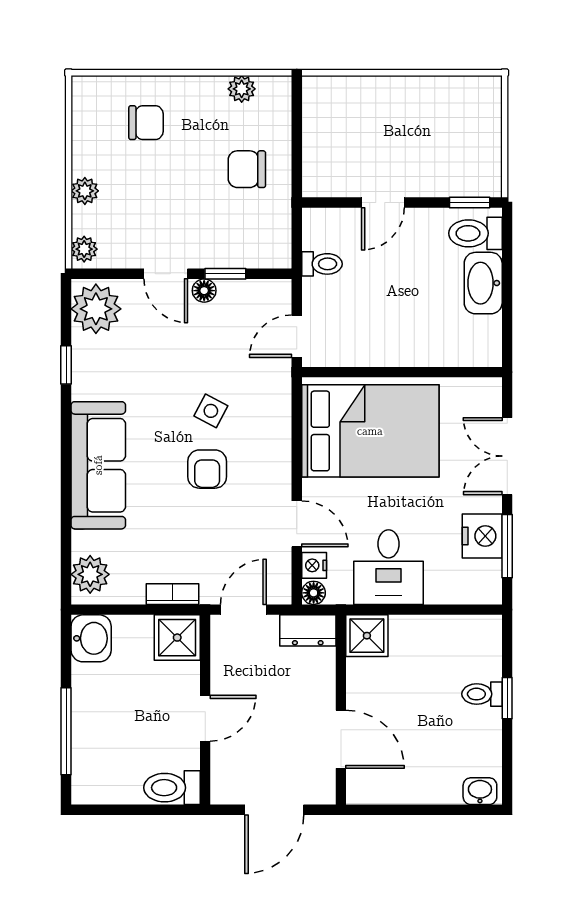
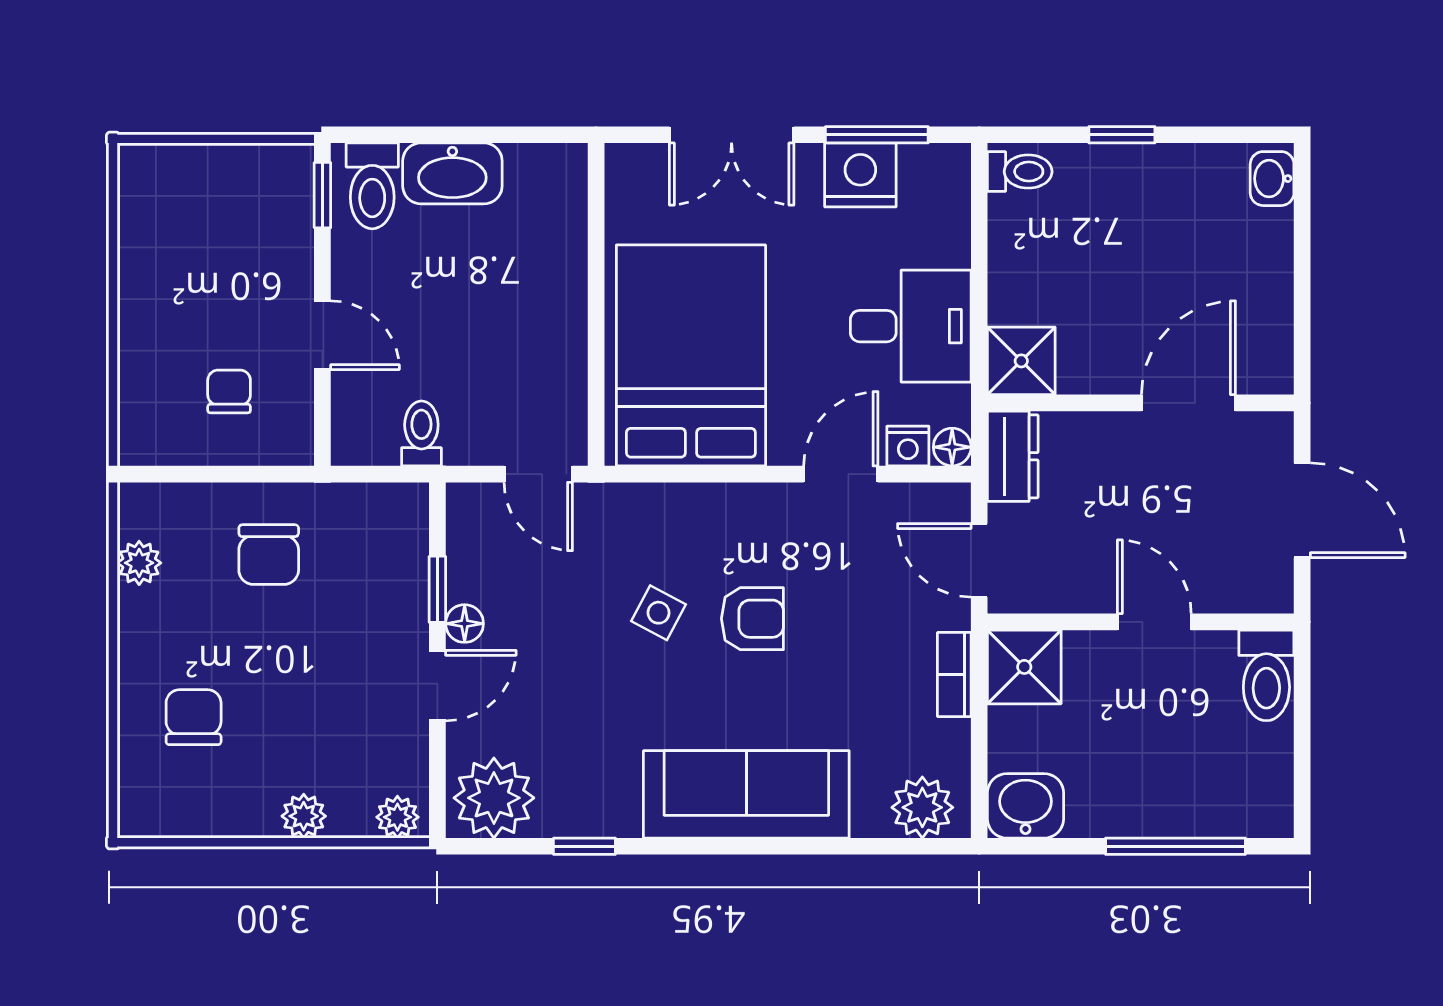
chair: (348, 145) -> (229, 391), added
toilet: (482, 694) -> (1020, 172), moved, turned -90

